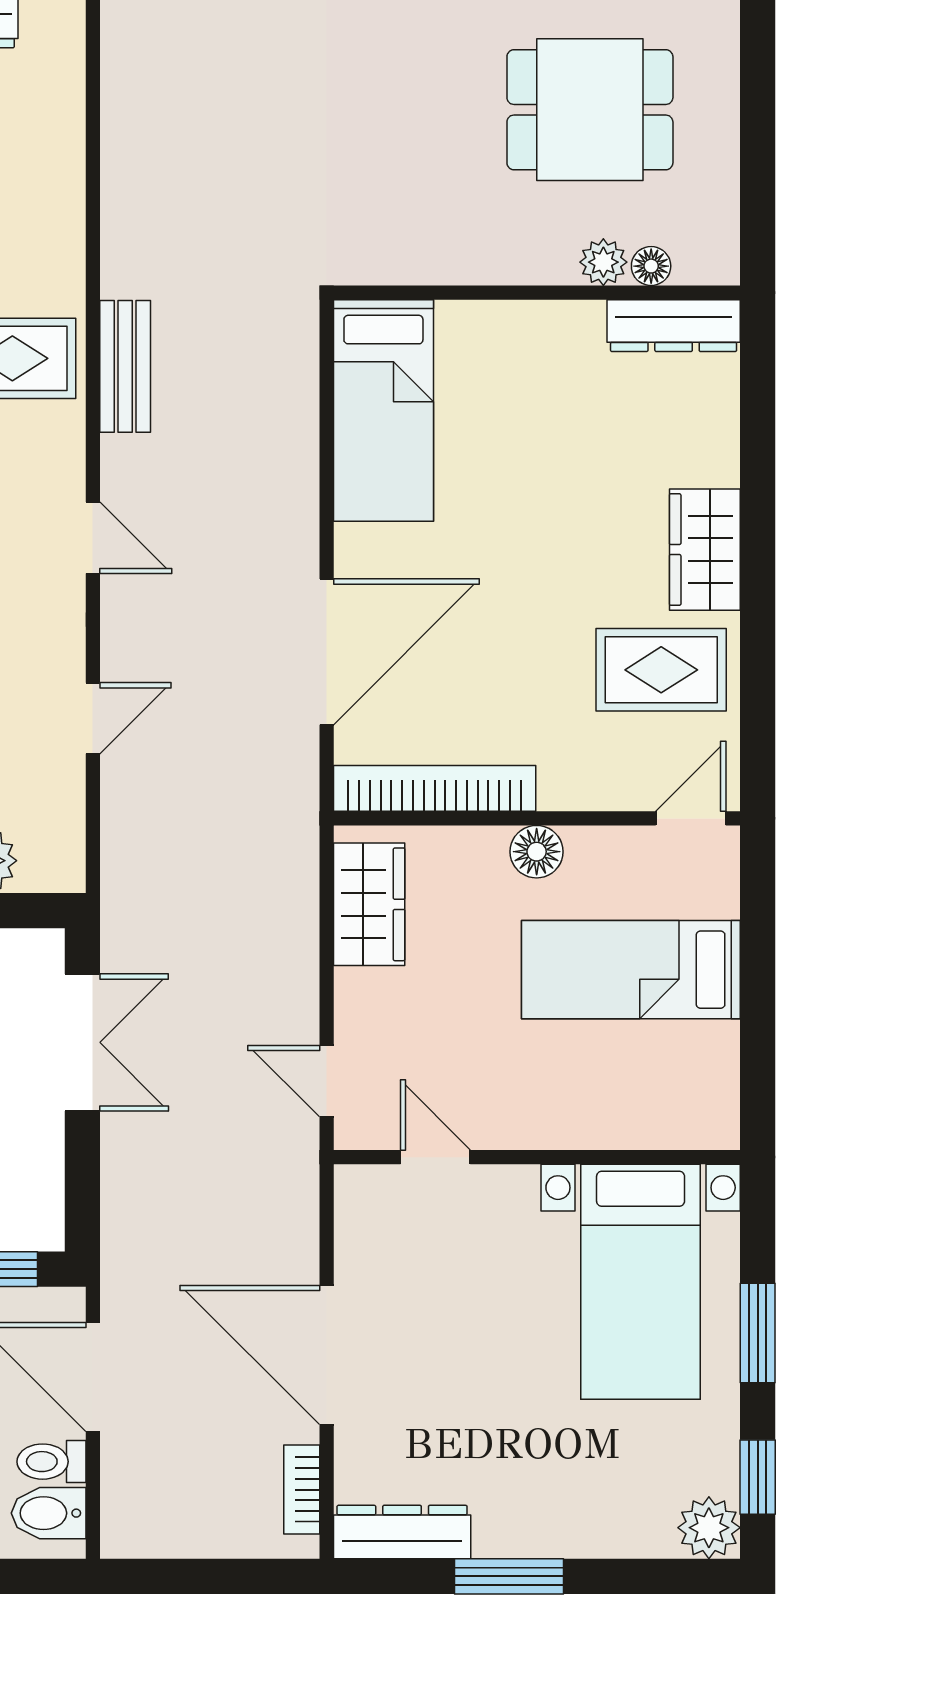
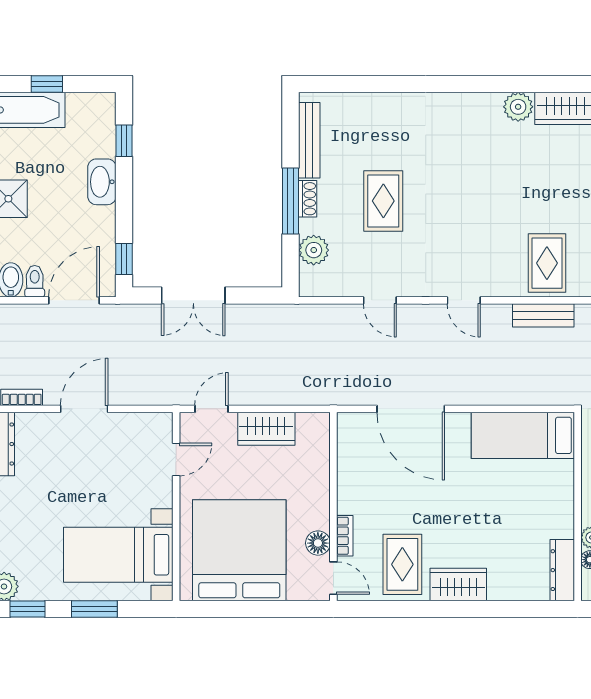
door: (93, 538) -> (464, 300), hinge flipped
bookcase: (435, 788) -> (345, 536), moved, width x0.43, depth x0.76
floor lamp: (537, 852) -> (318, 543), moved
wardrobe: (369, 904) -> (266, 429), moved
bed: (631, 970) -> (239, 550), width x2.04
double door: (82, 1042) -> (193, 296), moved
door: (327, 1355) -> (84, 409), width x0.73

